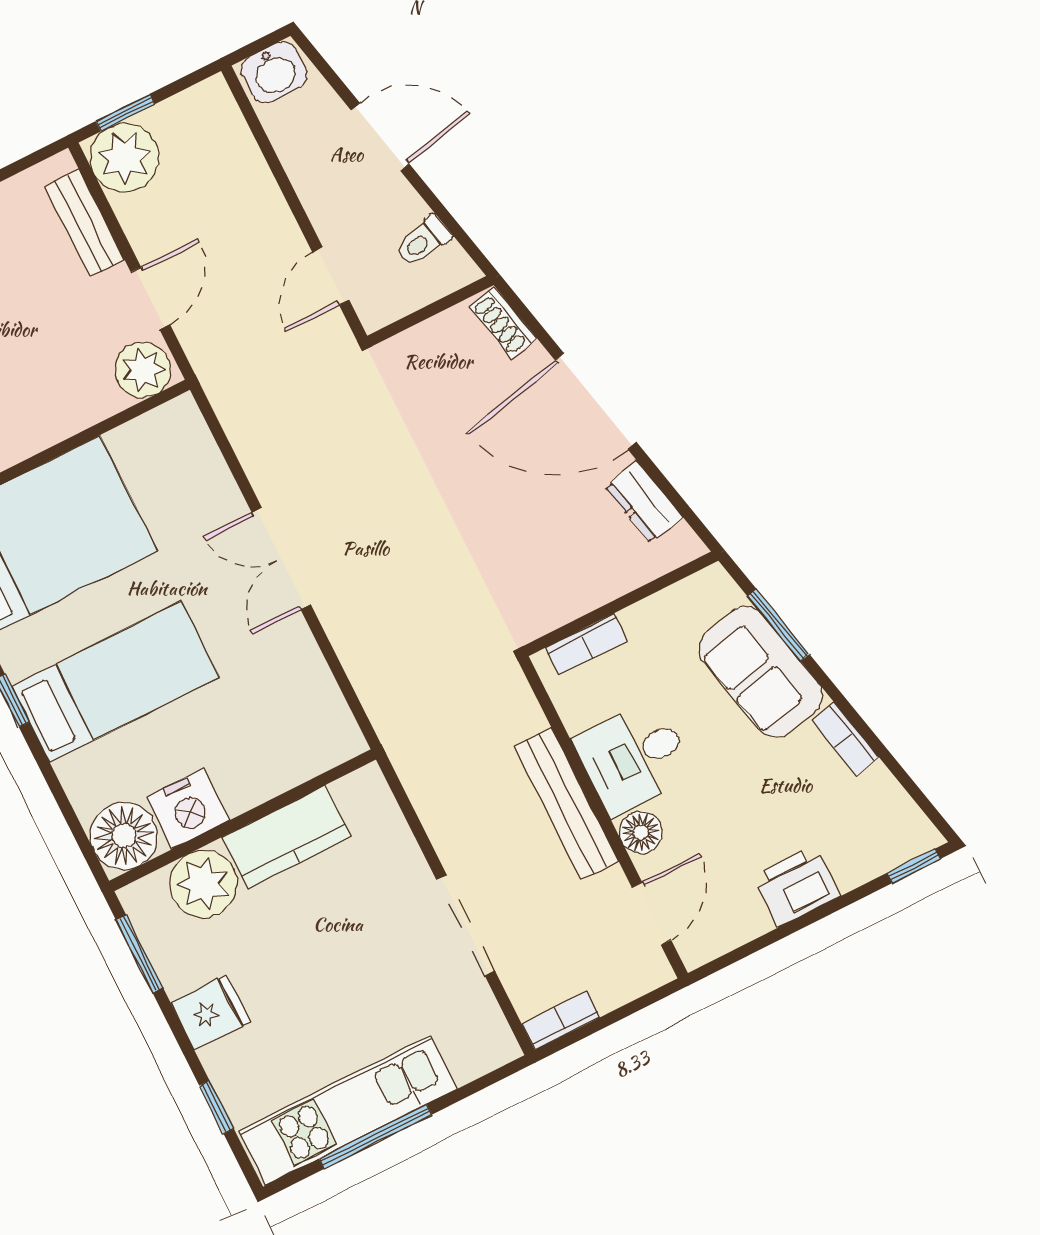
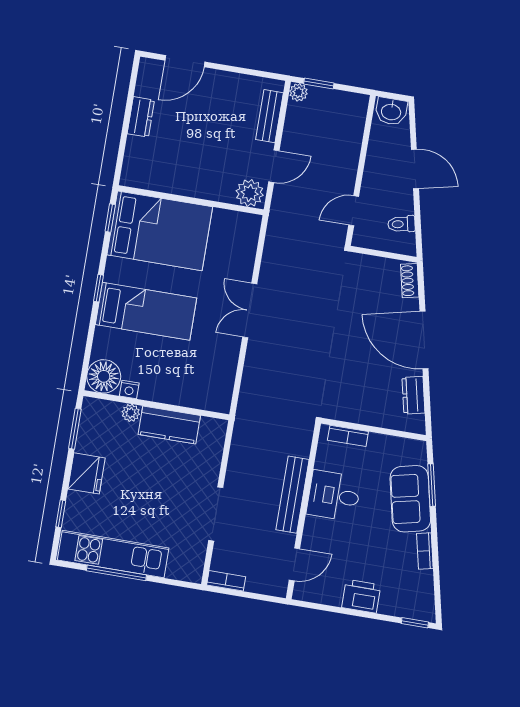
plant: (124, 158) -> (298, 92), width x0.53, depth x0.53
nightstand: (188, 809) -> (129, 389), width x0.53, depth x0.56
floor lamp: (641, 832) -> (314, 528), removed
plant: (203, 884) -> (131, 413), width x0.53, depth x0.53
fridge: (210, 1012) -> (86, 473), width x1.38

